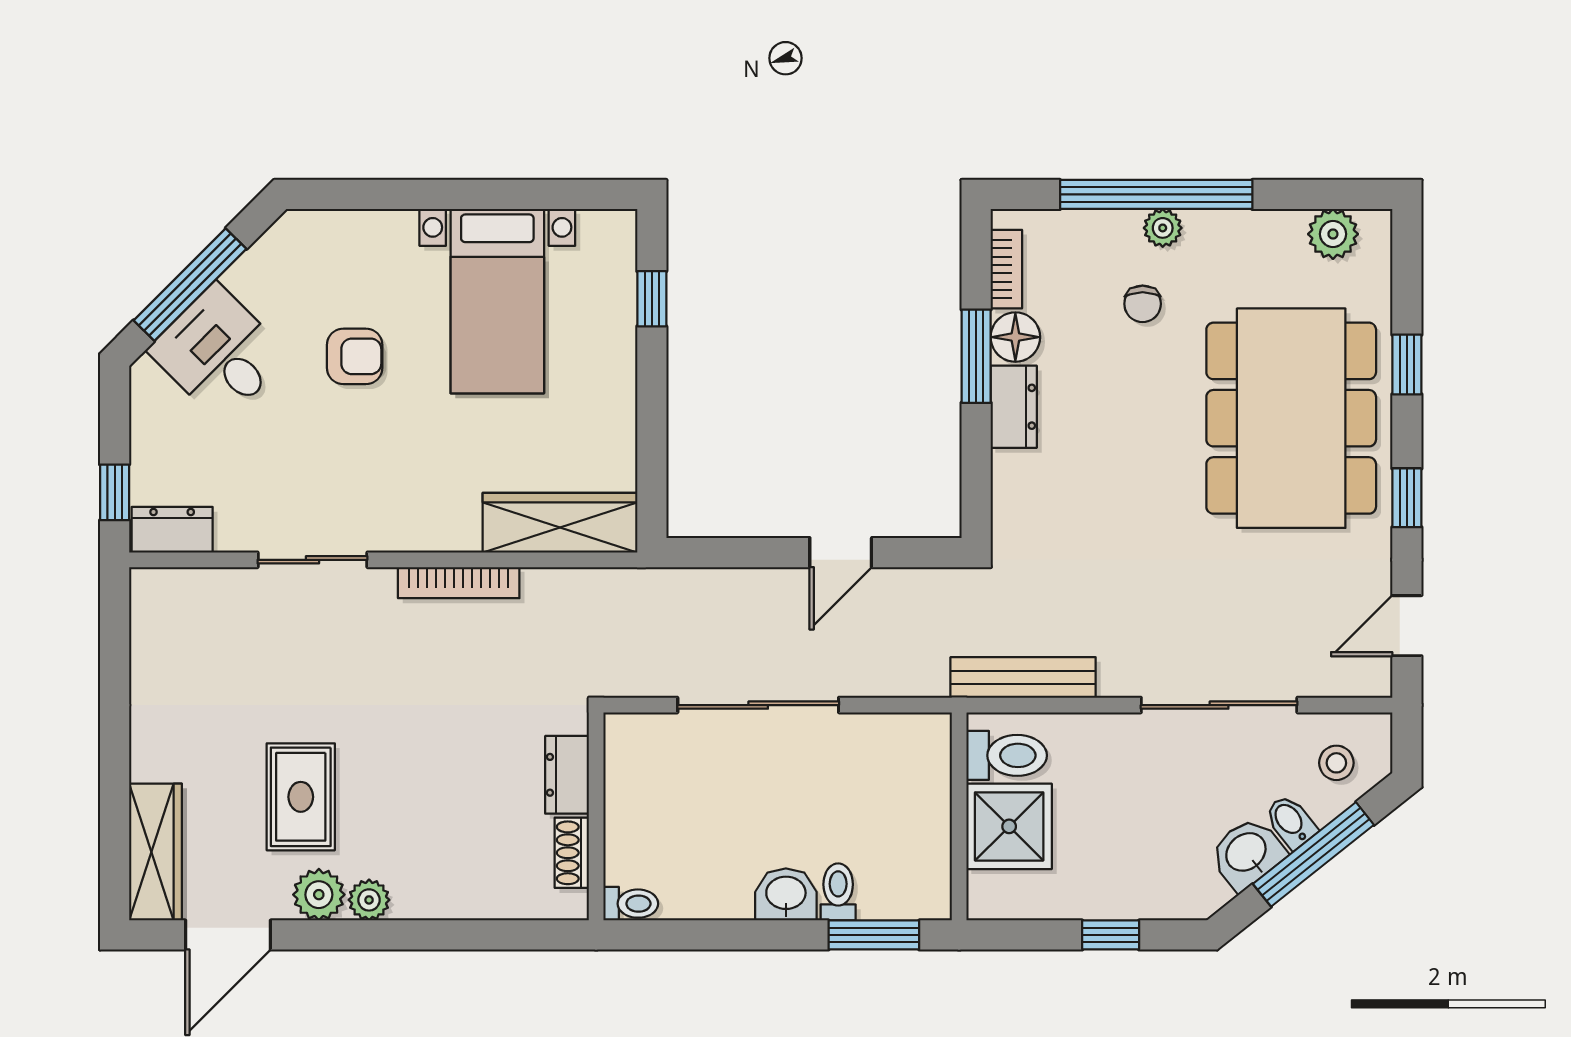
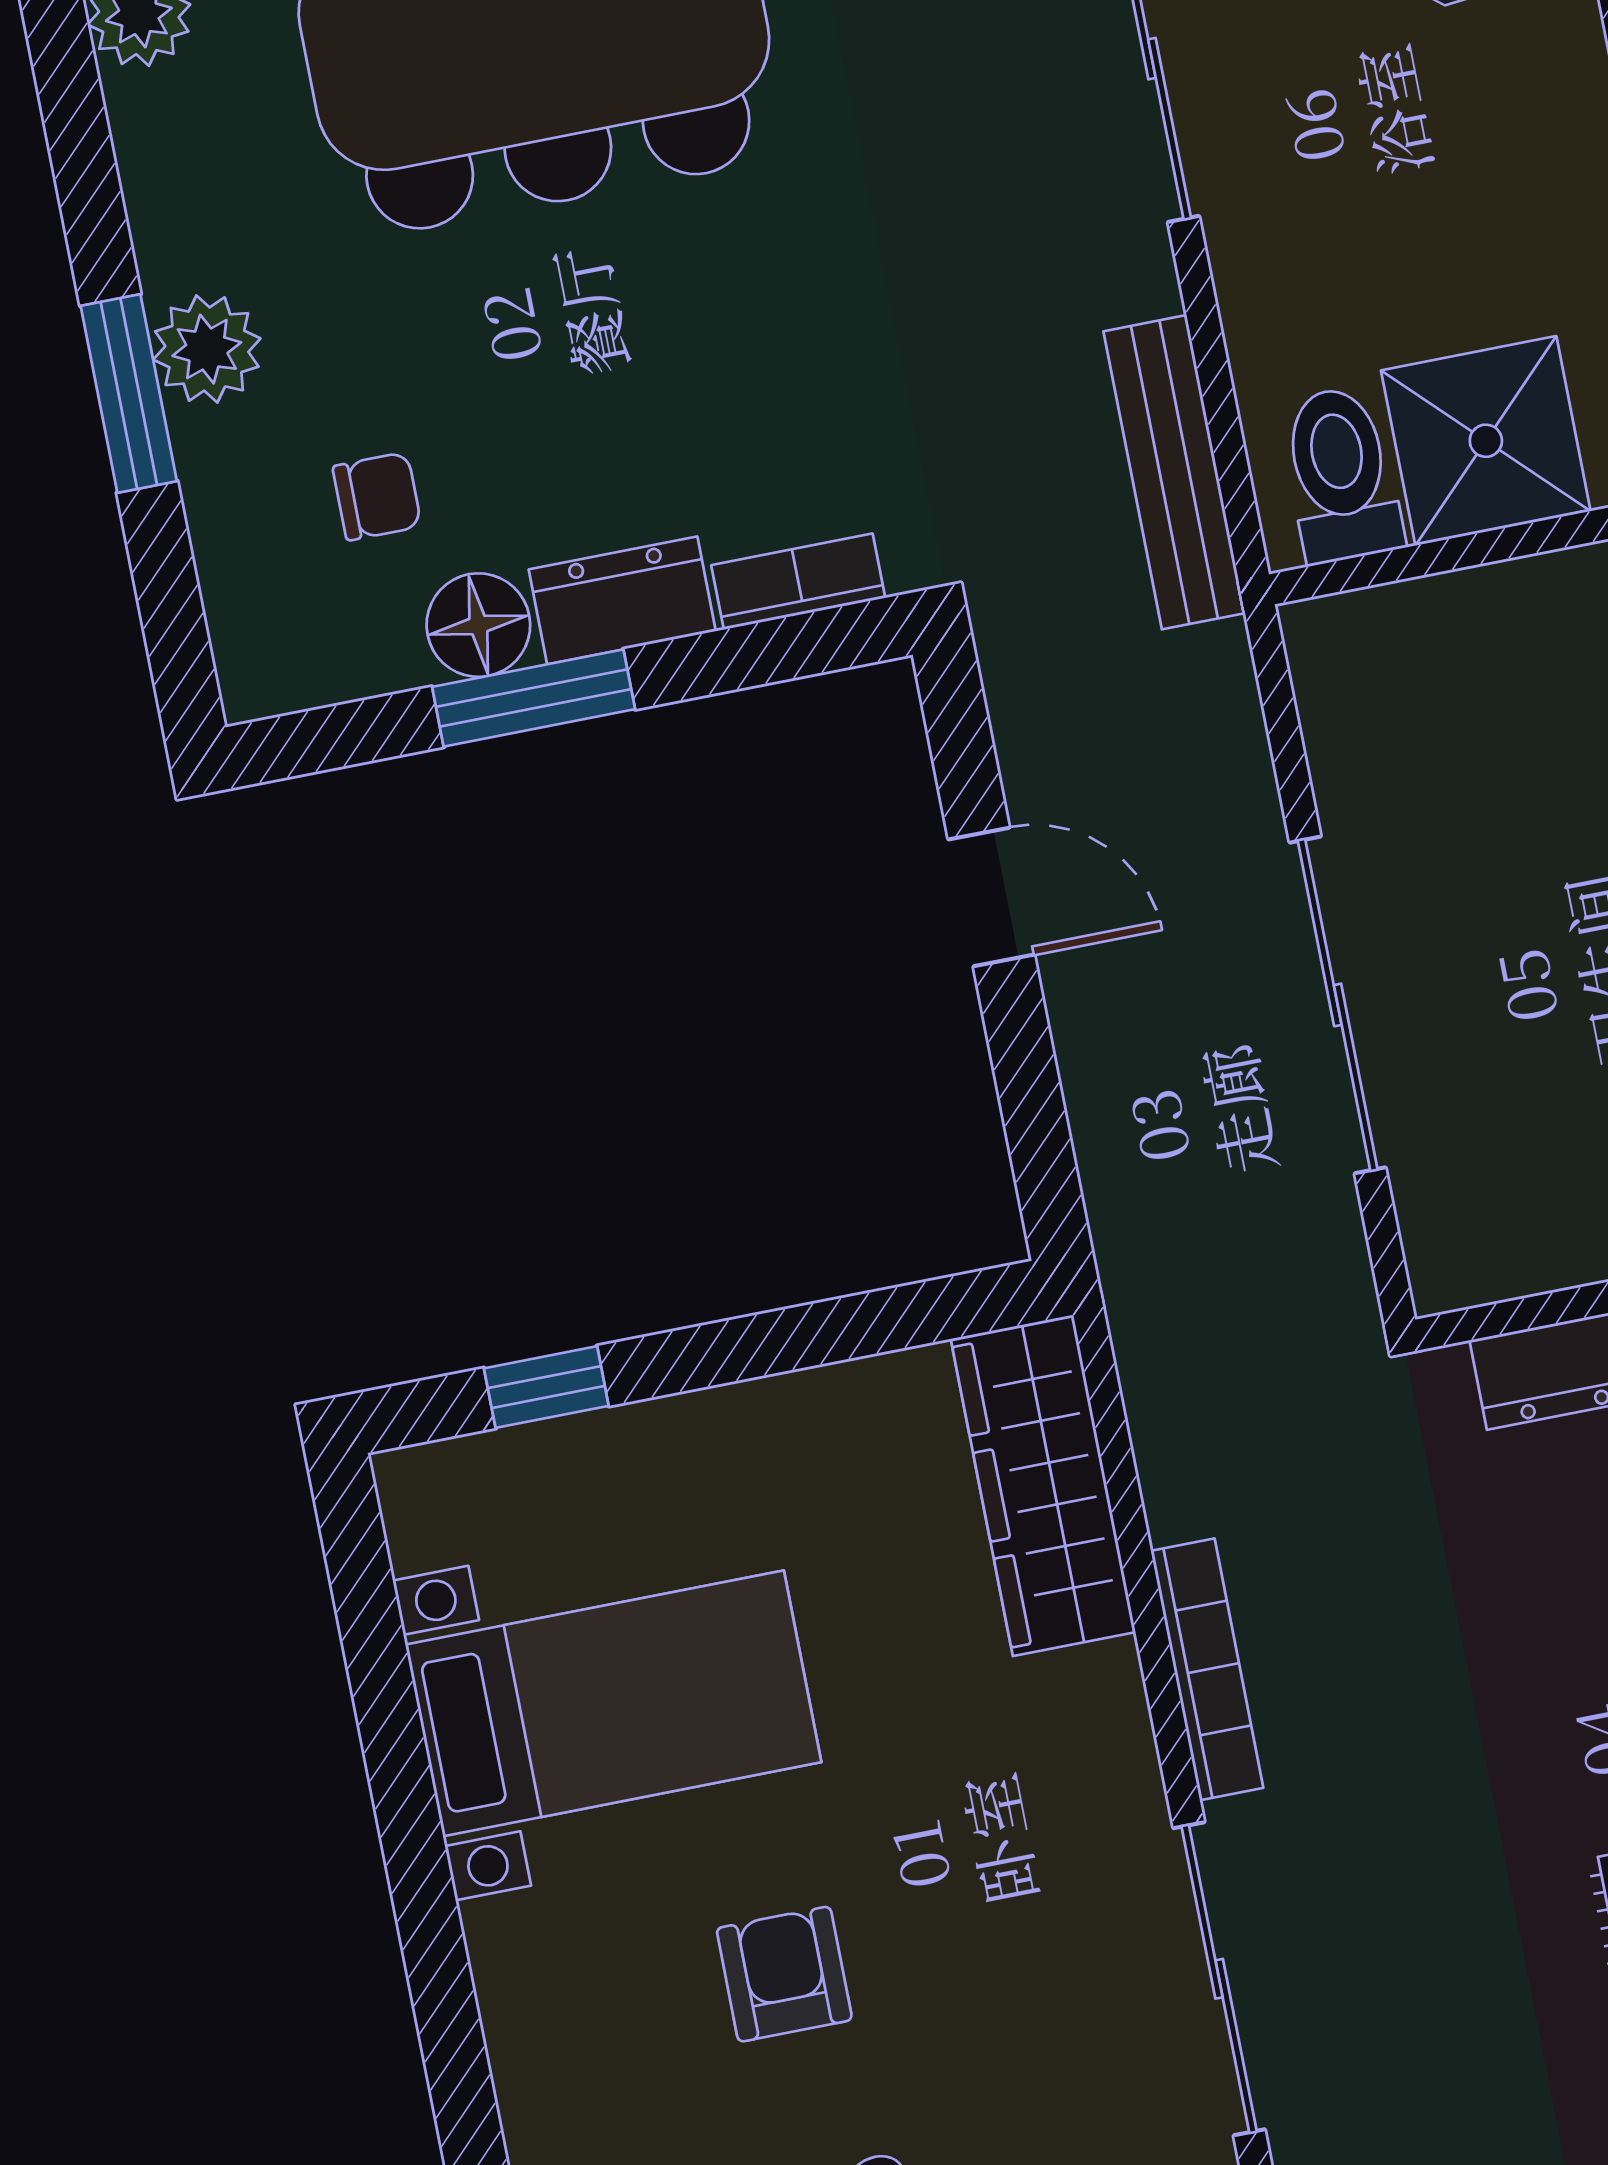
window: (1156, 194) -> (129, 393), width x0.47
plant: (1163, 228) -> (207, 349), width x1.38, depth x1.38
bookcase: (1006, 269) -> (798, 582), moved
chair: (1143, 304) -> (377, 496), moved
sliding door: (312, 560) -> (1219, 1979), width x1.37

